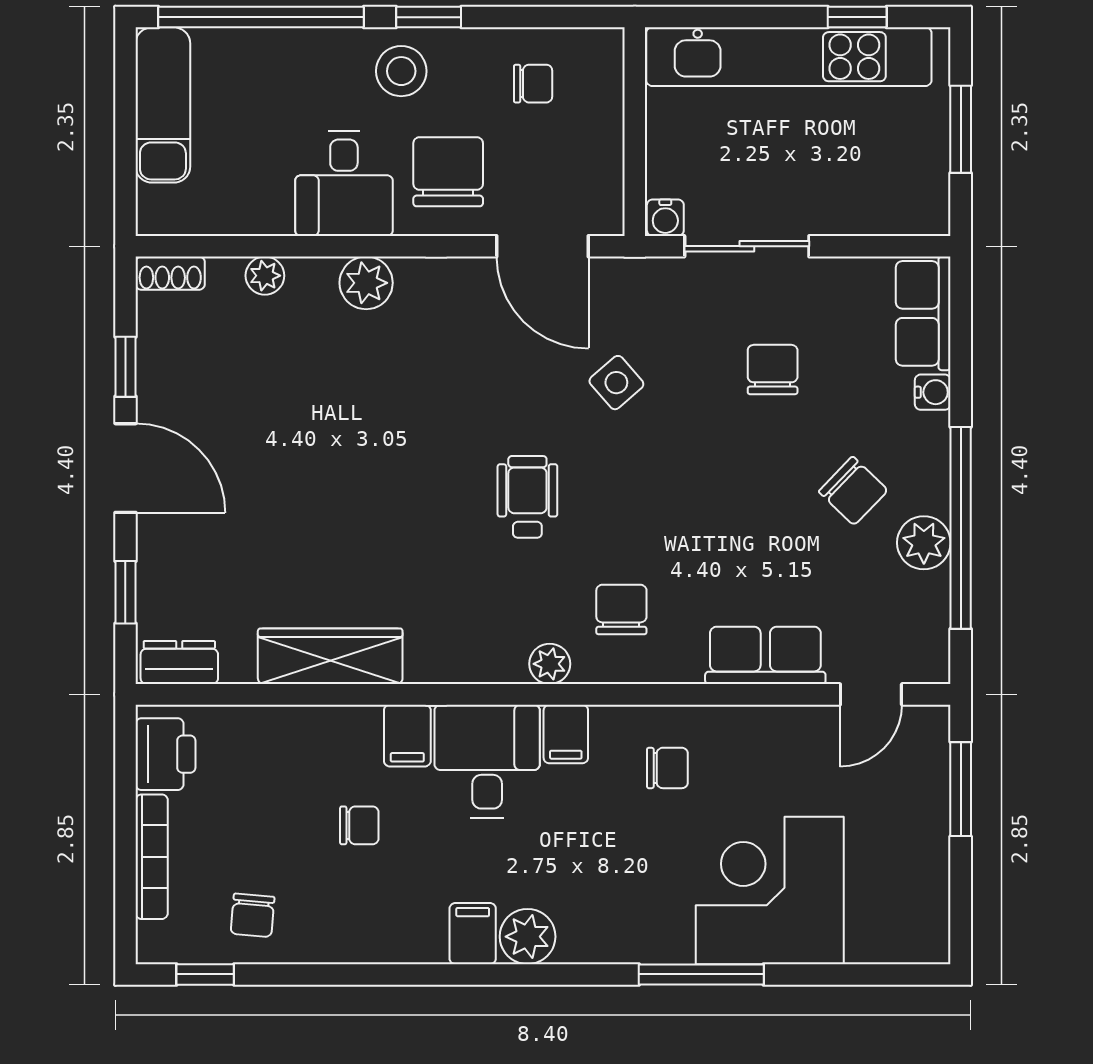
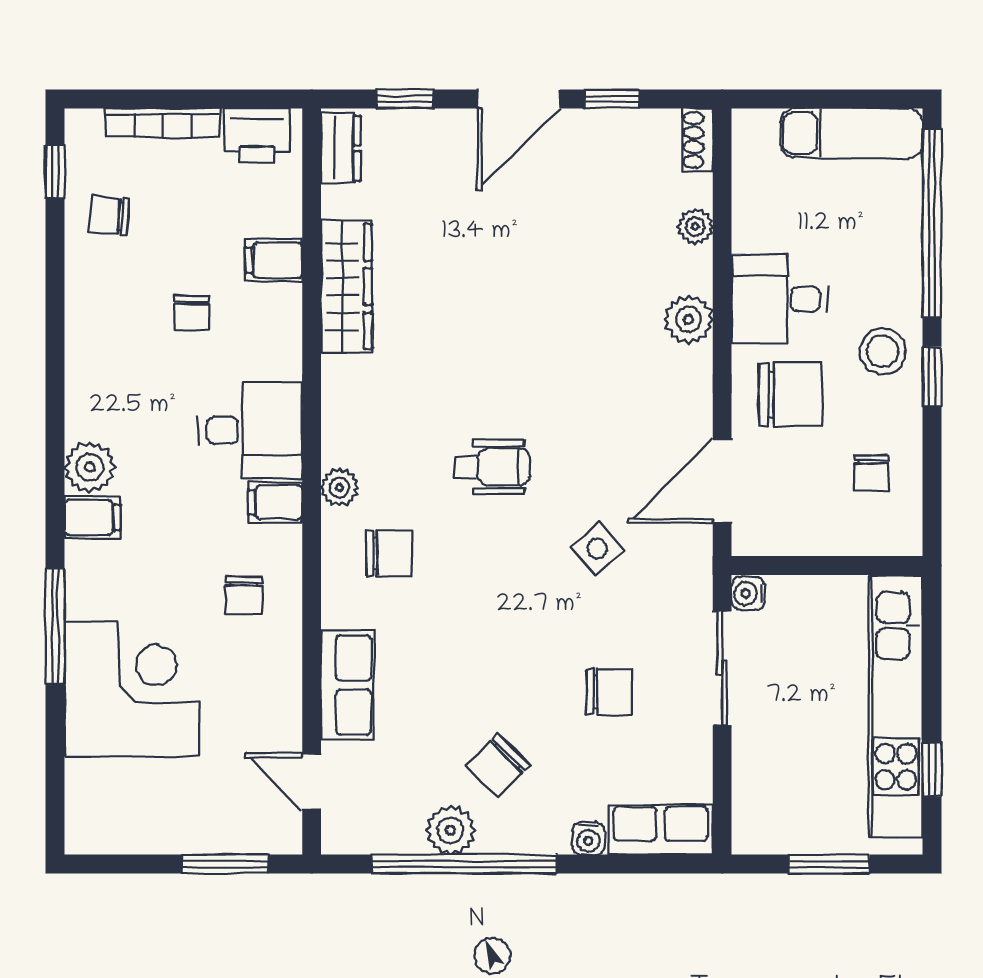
filing cabinet: (407, 736) -> (274, 260), moved
filing cabinet: (473, 934) -> (92, 517), moved

